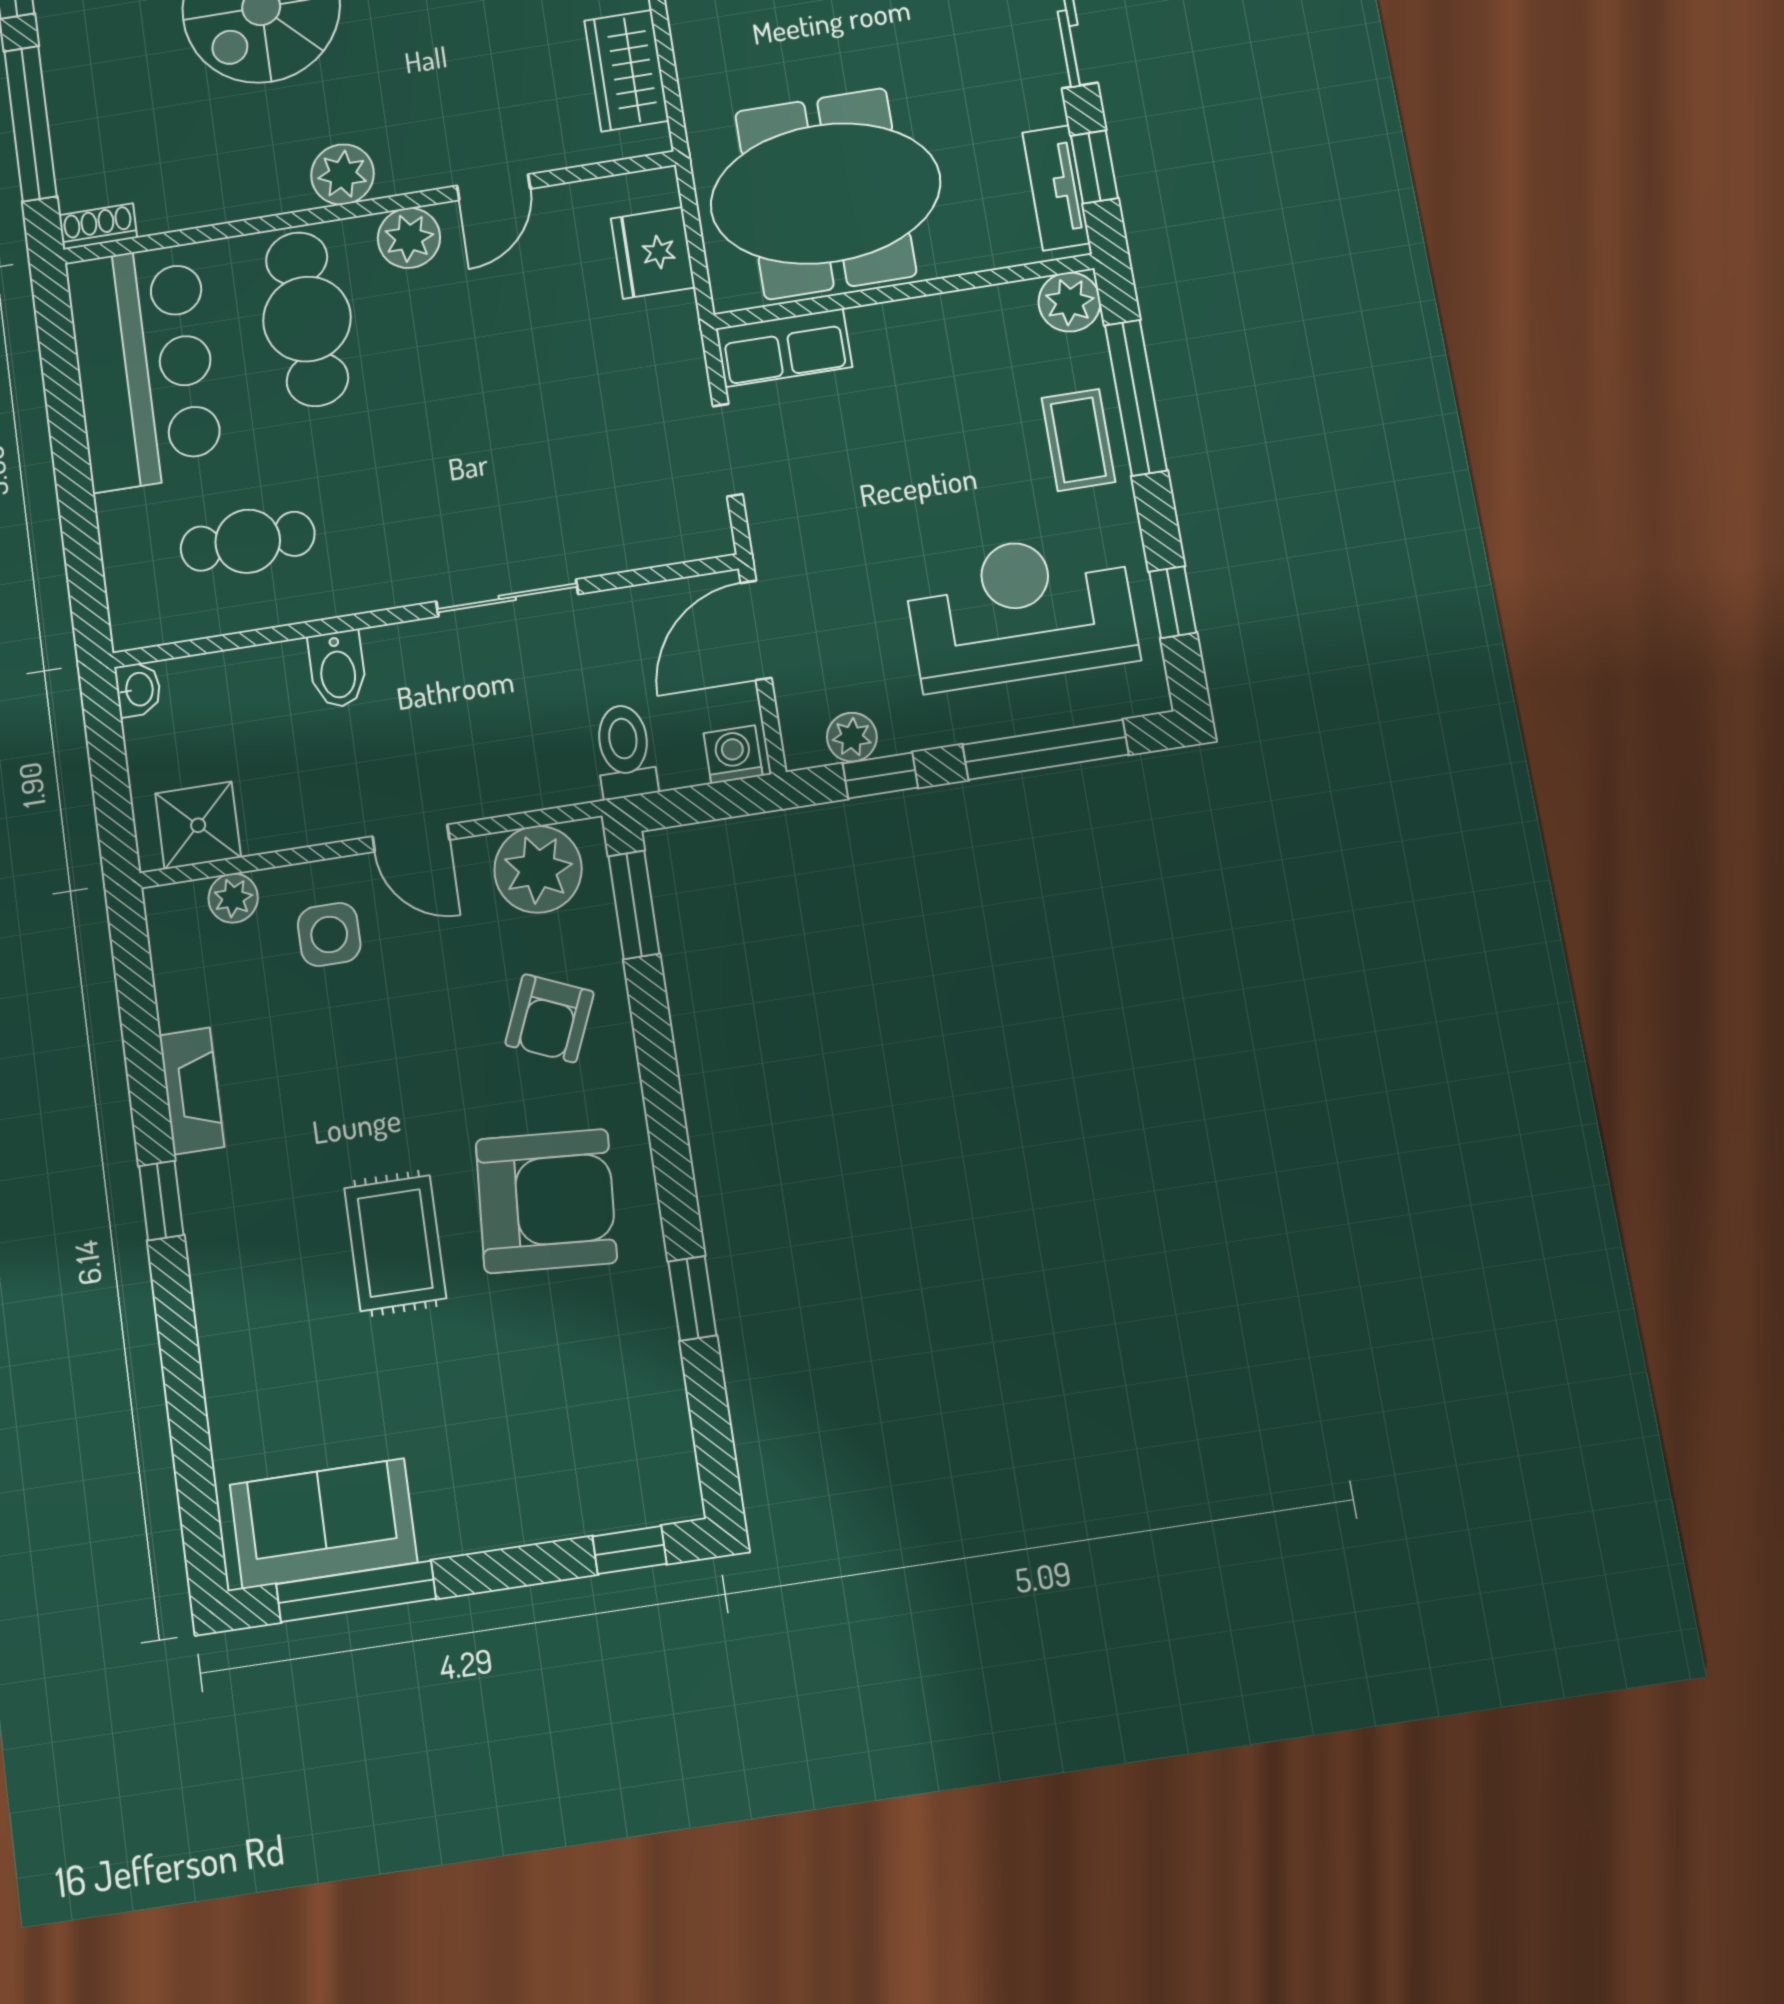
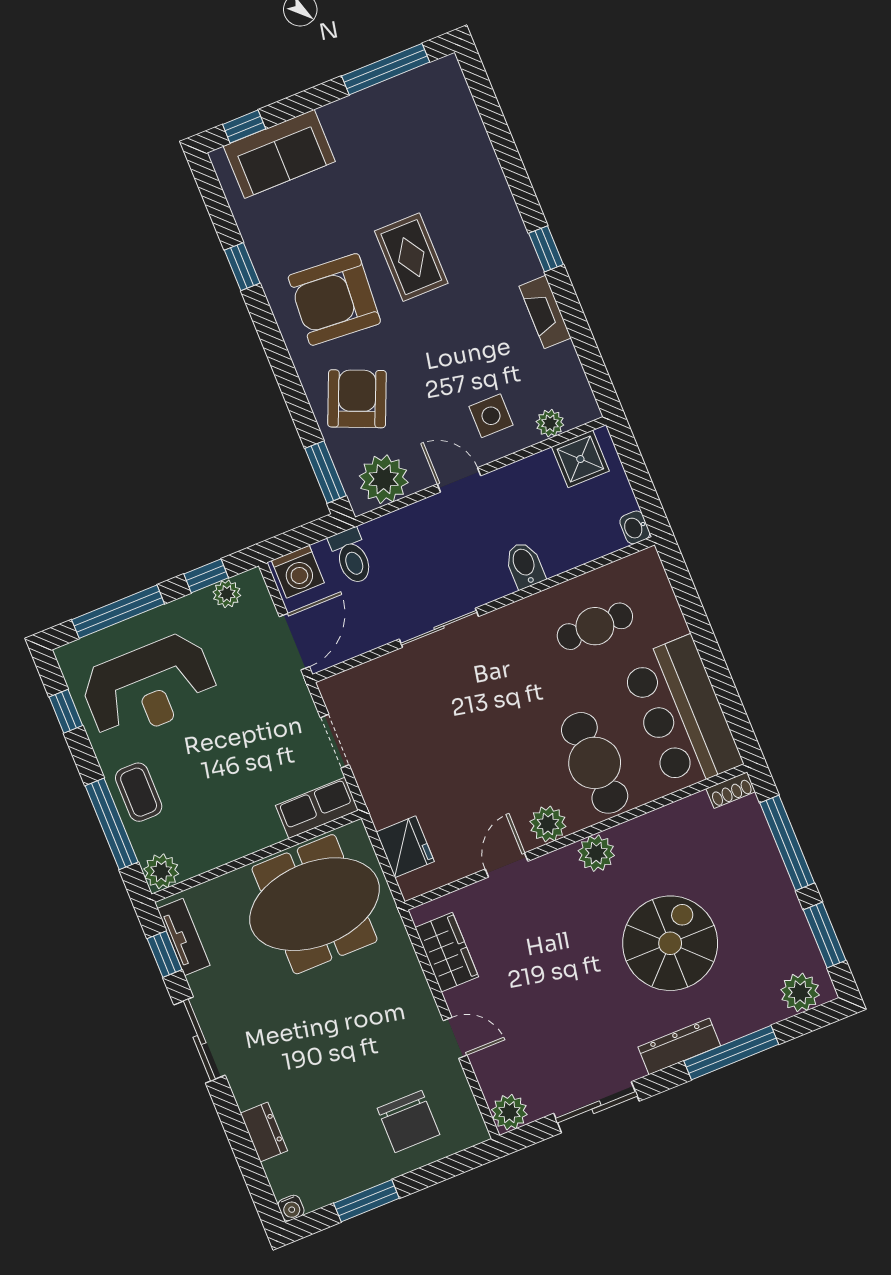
washing machine: (733, 754) -> (298, 572), width x1.38, depth x1.38
armchair: (549, 1018) -> (357, 399), width x1.38, depth x1.38
sofa: (323, 1524) -> (279, 154), moved

